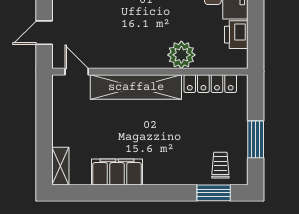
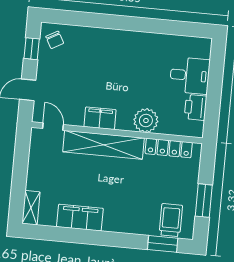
filing cabinet: (129, 57) -> (100, 118), added
trolley: (220, 165) -> (171, 220), width x1.36, depth x1.39

